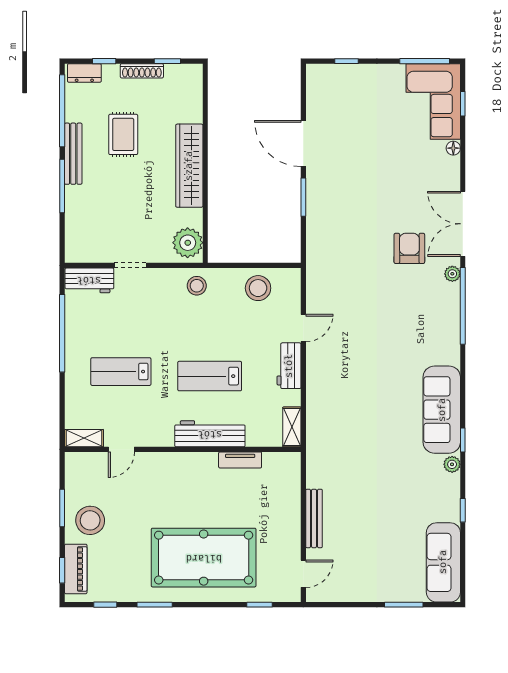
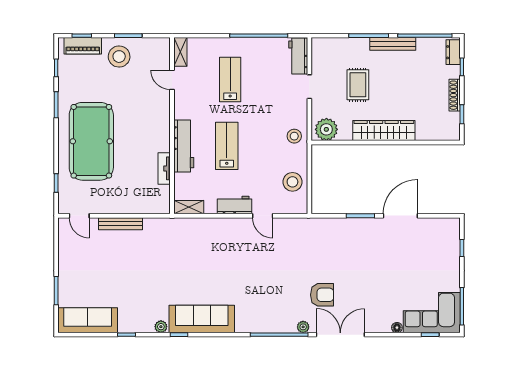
rug: (123, 134) -> (358, 85), moved, turned 90

